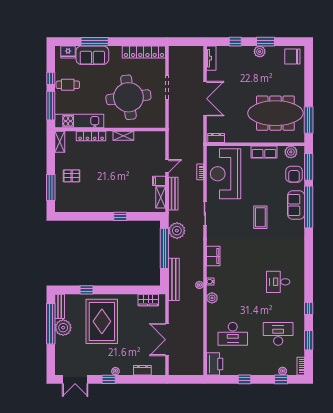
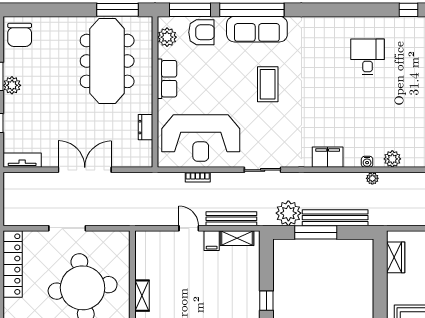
dresser: (216, 138) -> (145, 127), moved
sofa: (296, 205) -> (257, 29), width x1.36
coffee table: (260, 217) -> (268, 84), turned 90
window: (164, 248) -> (316, 232), width x0.68
bench: (174, 279) -> (335, 218), moved
desk: (278, 282) -> (368, 57), turned 180

